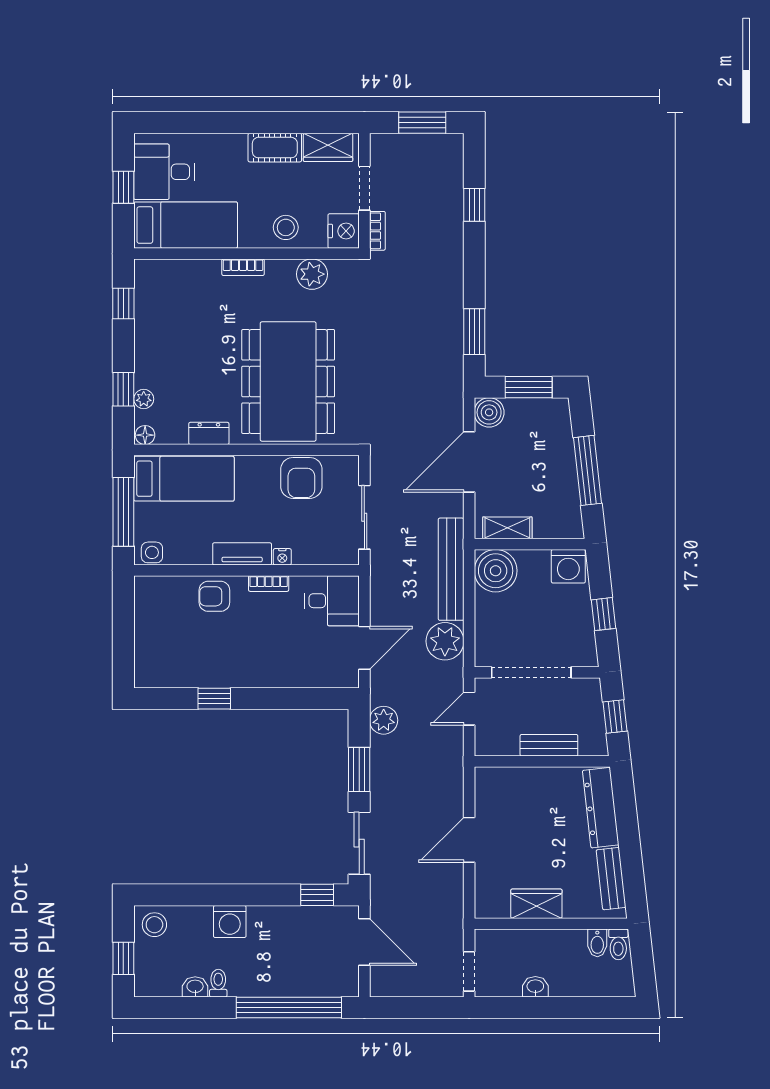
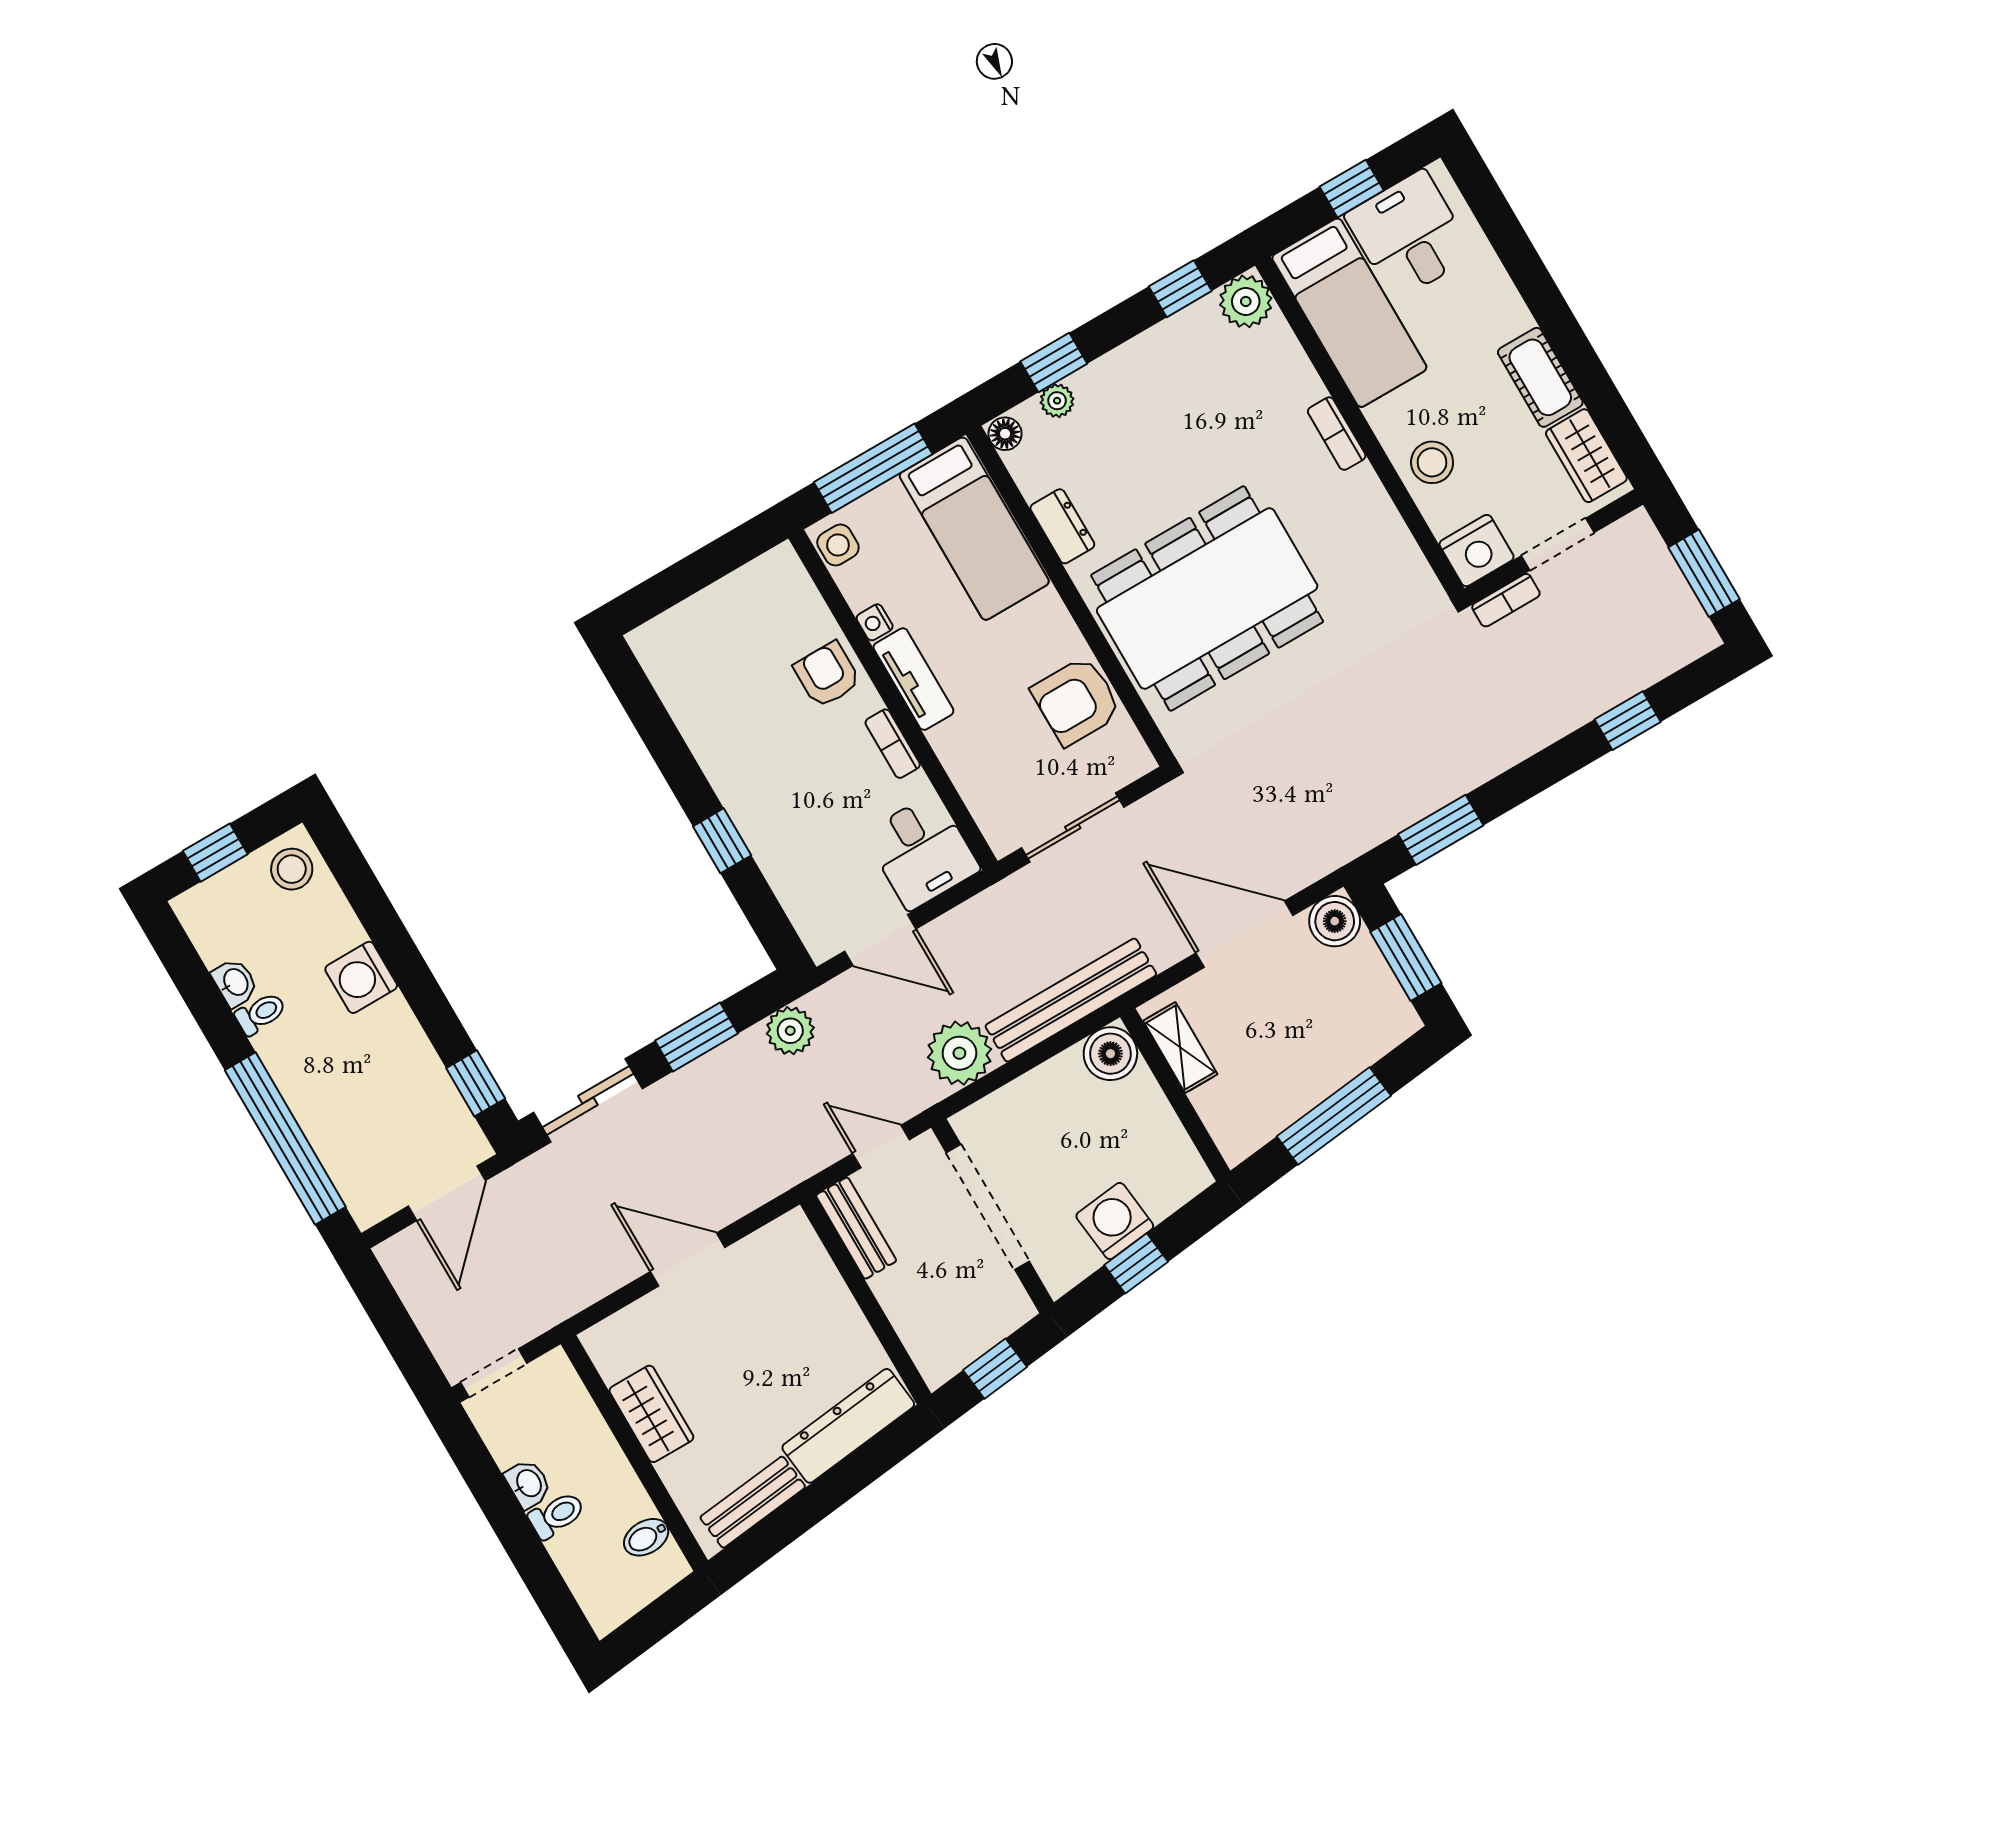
plant: (312, 274) -> (1246, 301), moved
nightstand: (282, 557) -> (875, 622), moved
washing machine: (568, 566) -> (1115, 1221), moved, turned 84
boiler: (496, 571) -> (1110, 1054), width x0.73, depth x0.73
window: (214, 699) -> (722, 841), moved
bench: (549, 745) -> (856, 1228), moved
toilet: (618, 944) -> (557, 1515), moved, turned 180

